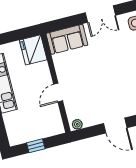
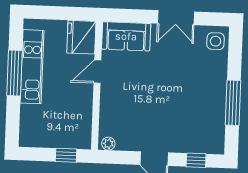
door: (58, 93) -> (97, 72), moved
window: (36, 146) -> (66, 155), moved

